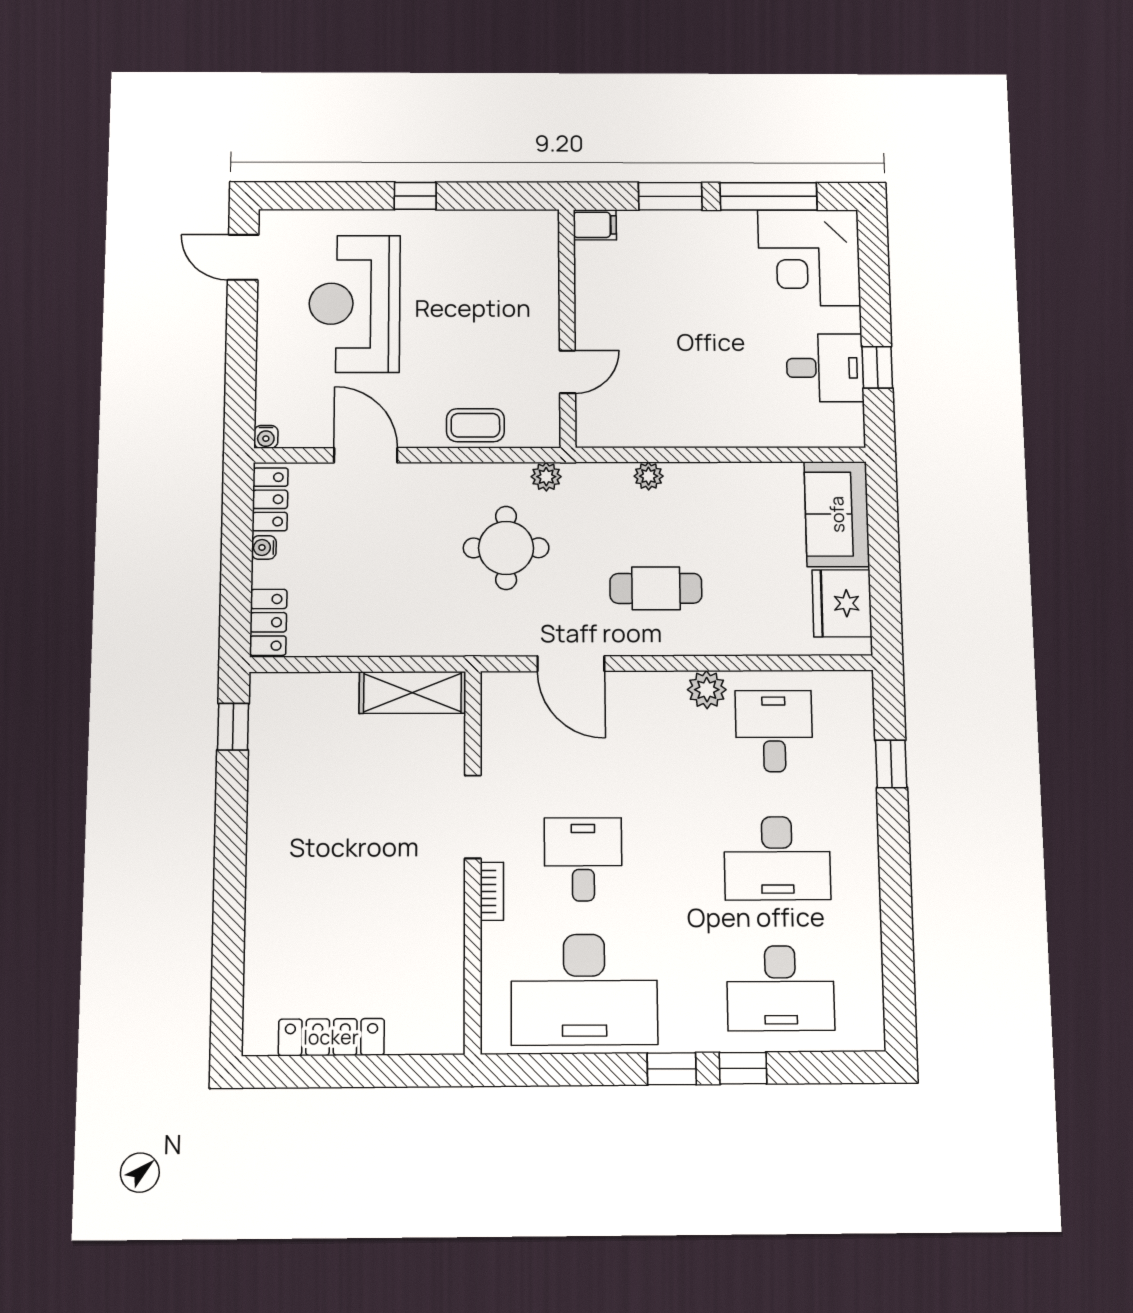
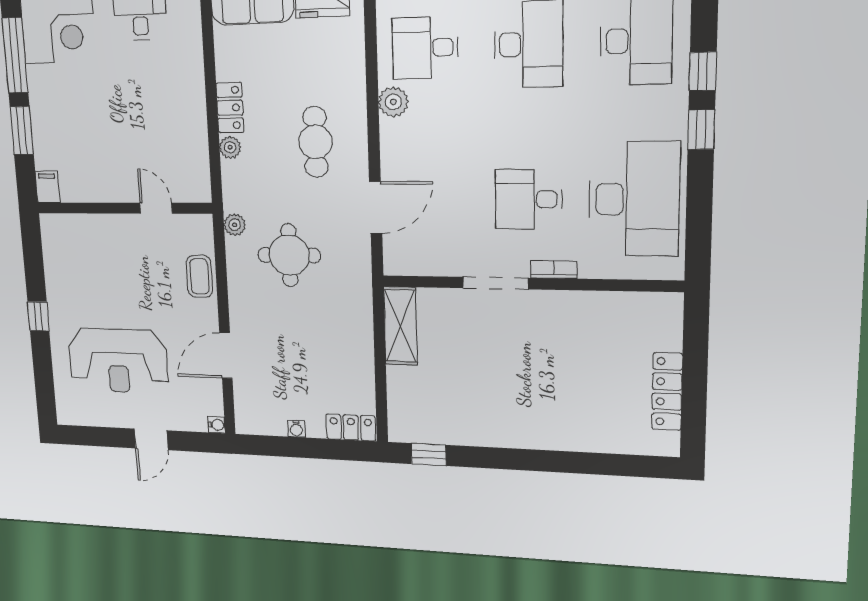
door: (243, 257) -> (151, 439), moved
locker: (270, 499) -> (230, 108), moved, turned 90

